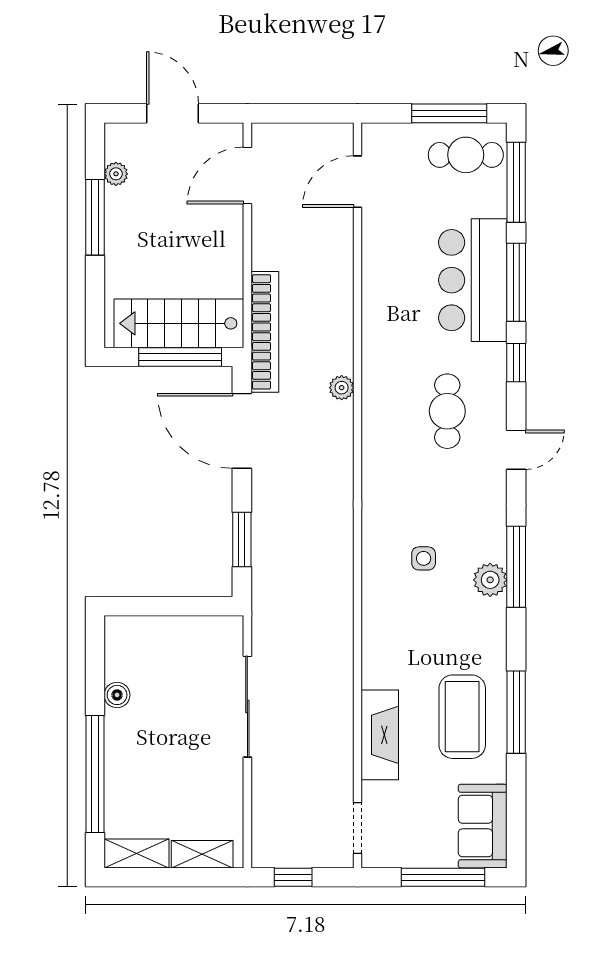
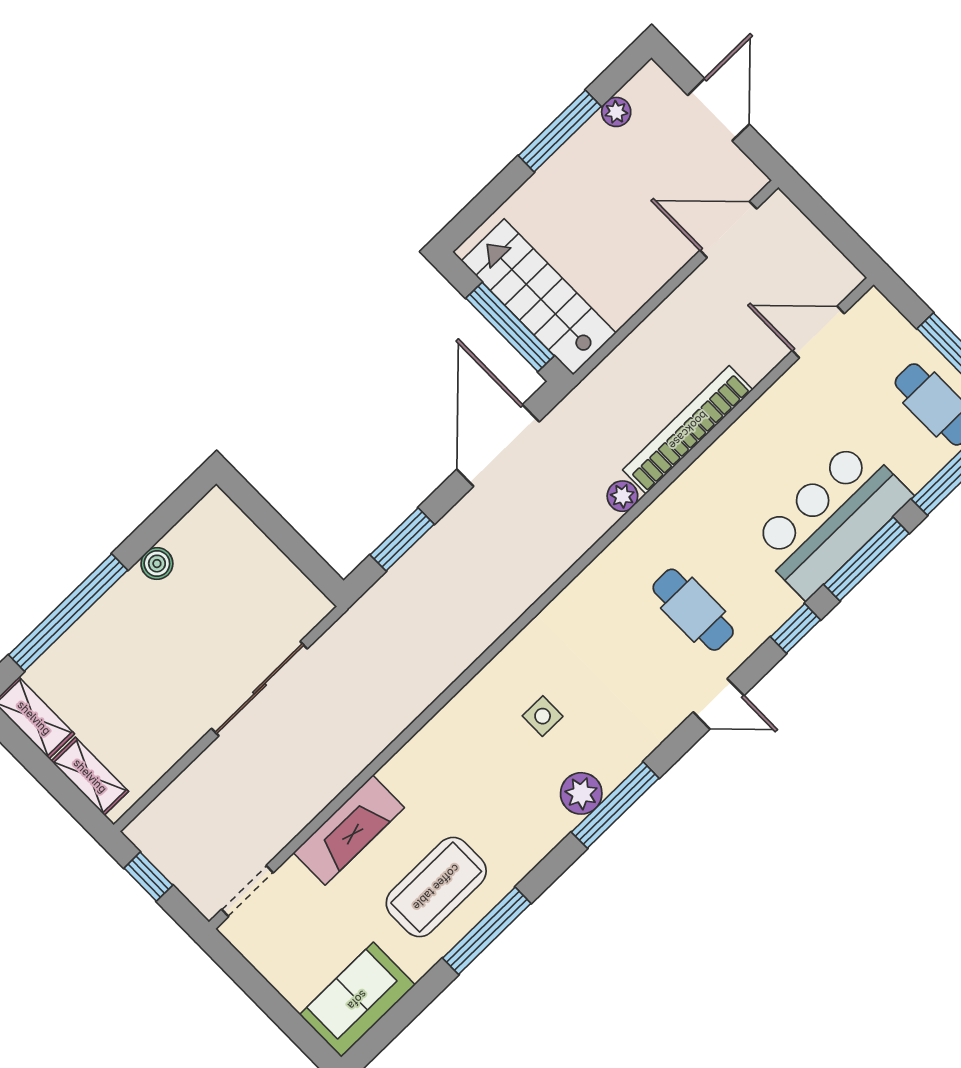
bookcase: (265, 332) -> (688, 430), moved, turned 180
cafe table: (447, 411) -> (693, 610), turned 90
window: (443, 877) -> (278, 1009), removed

